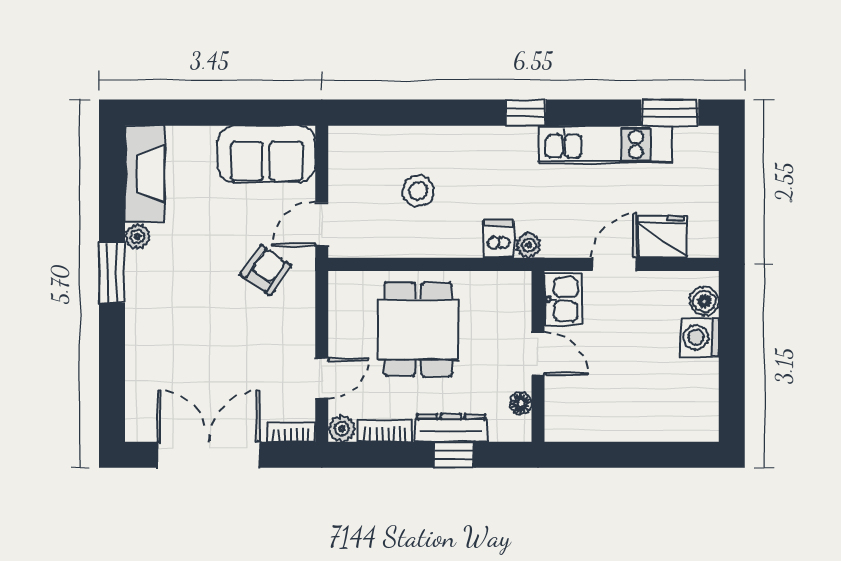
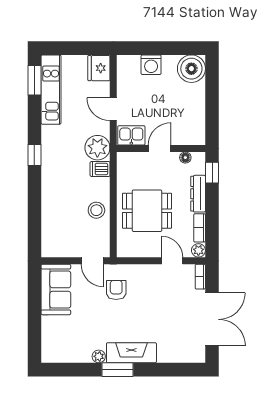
kitchen unit: (605, 144) -> (51, 90), moved
fireplace: (145, 173) -> (131, 353), moved
stool: (418, 191) -> (96, 210), moved
fridge: (663, 237) -> (99, 68), moved
plant: (529, 245) -> (97, 148), width x1.88, depth x1.88
armchair: (266, 270) -> (116, 290), turned 55
boiler: (704, 301) -> (191, 69), moved, width x1.86, depth x1.86
double door: (209, 455) -> (212, 319), swing flipped
window: (454, 455) -> (212, 173), moved

